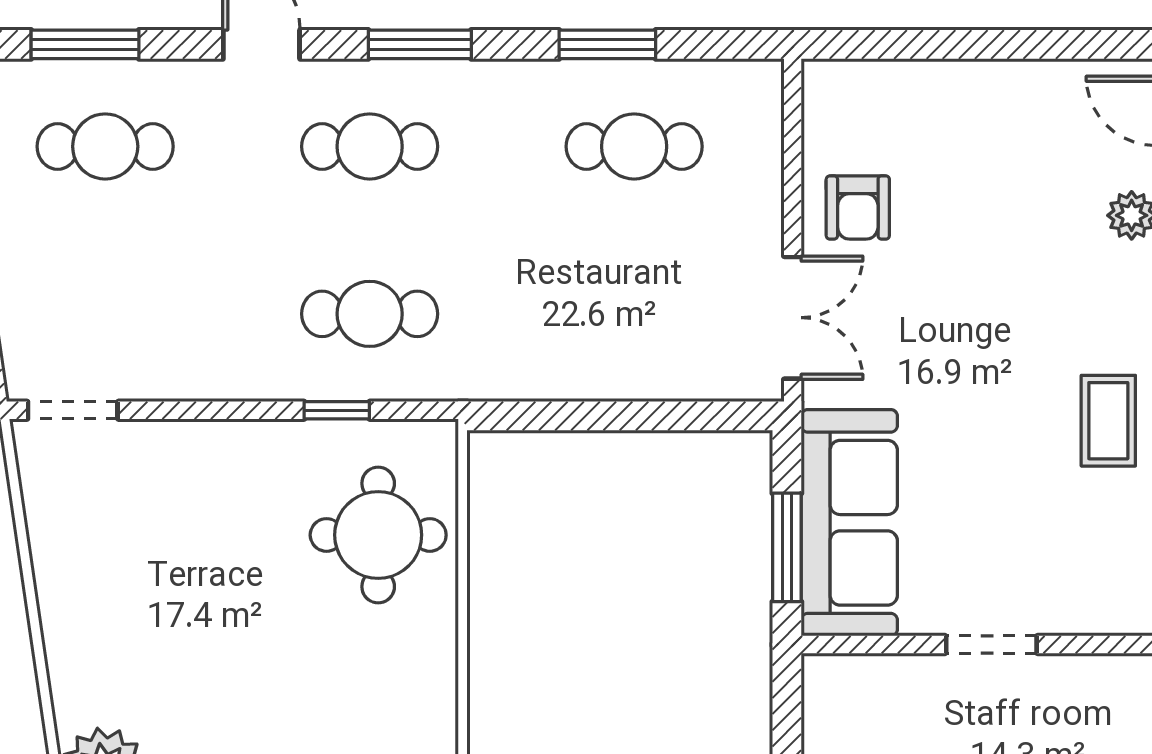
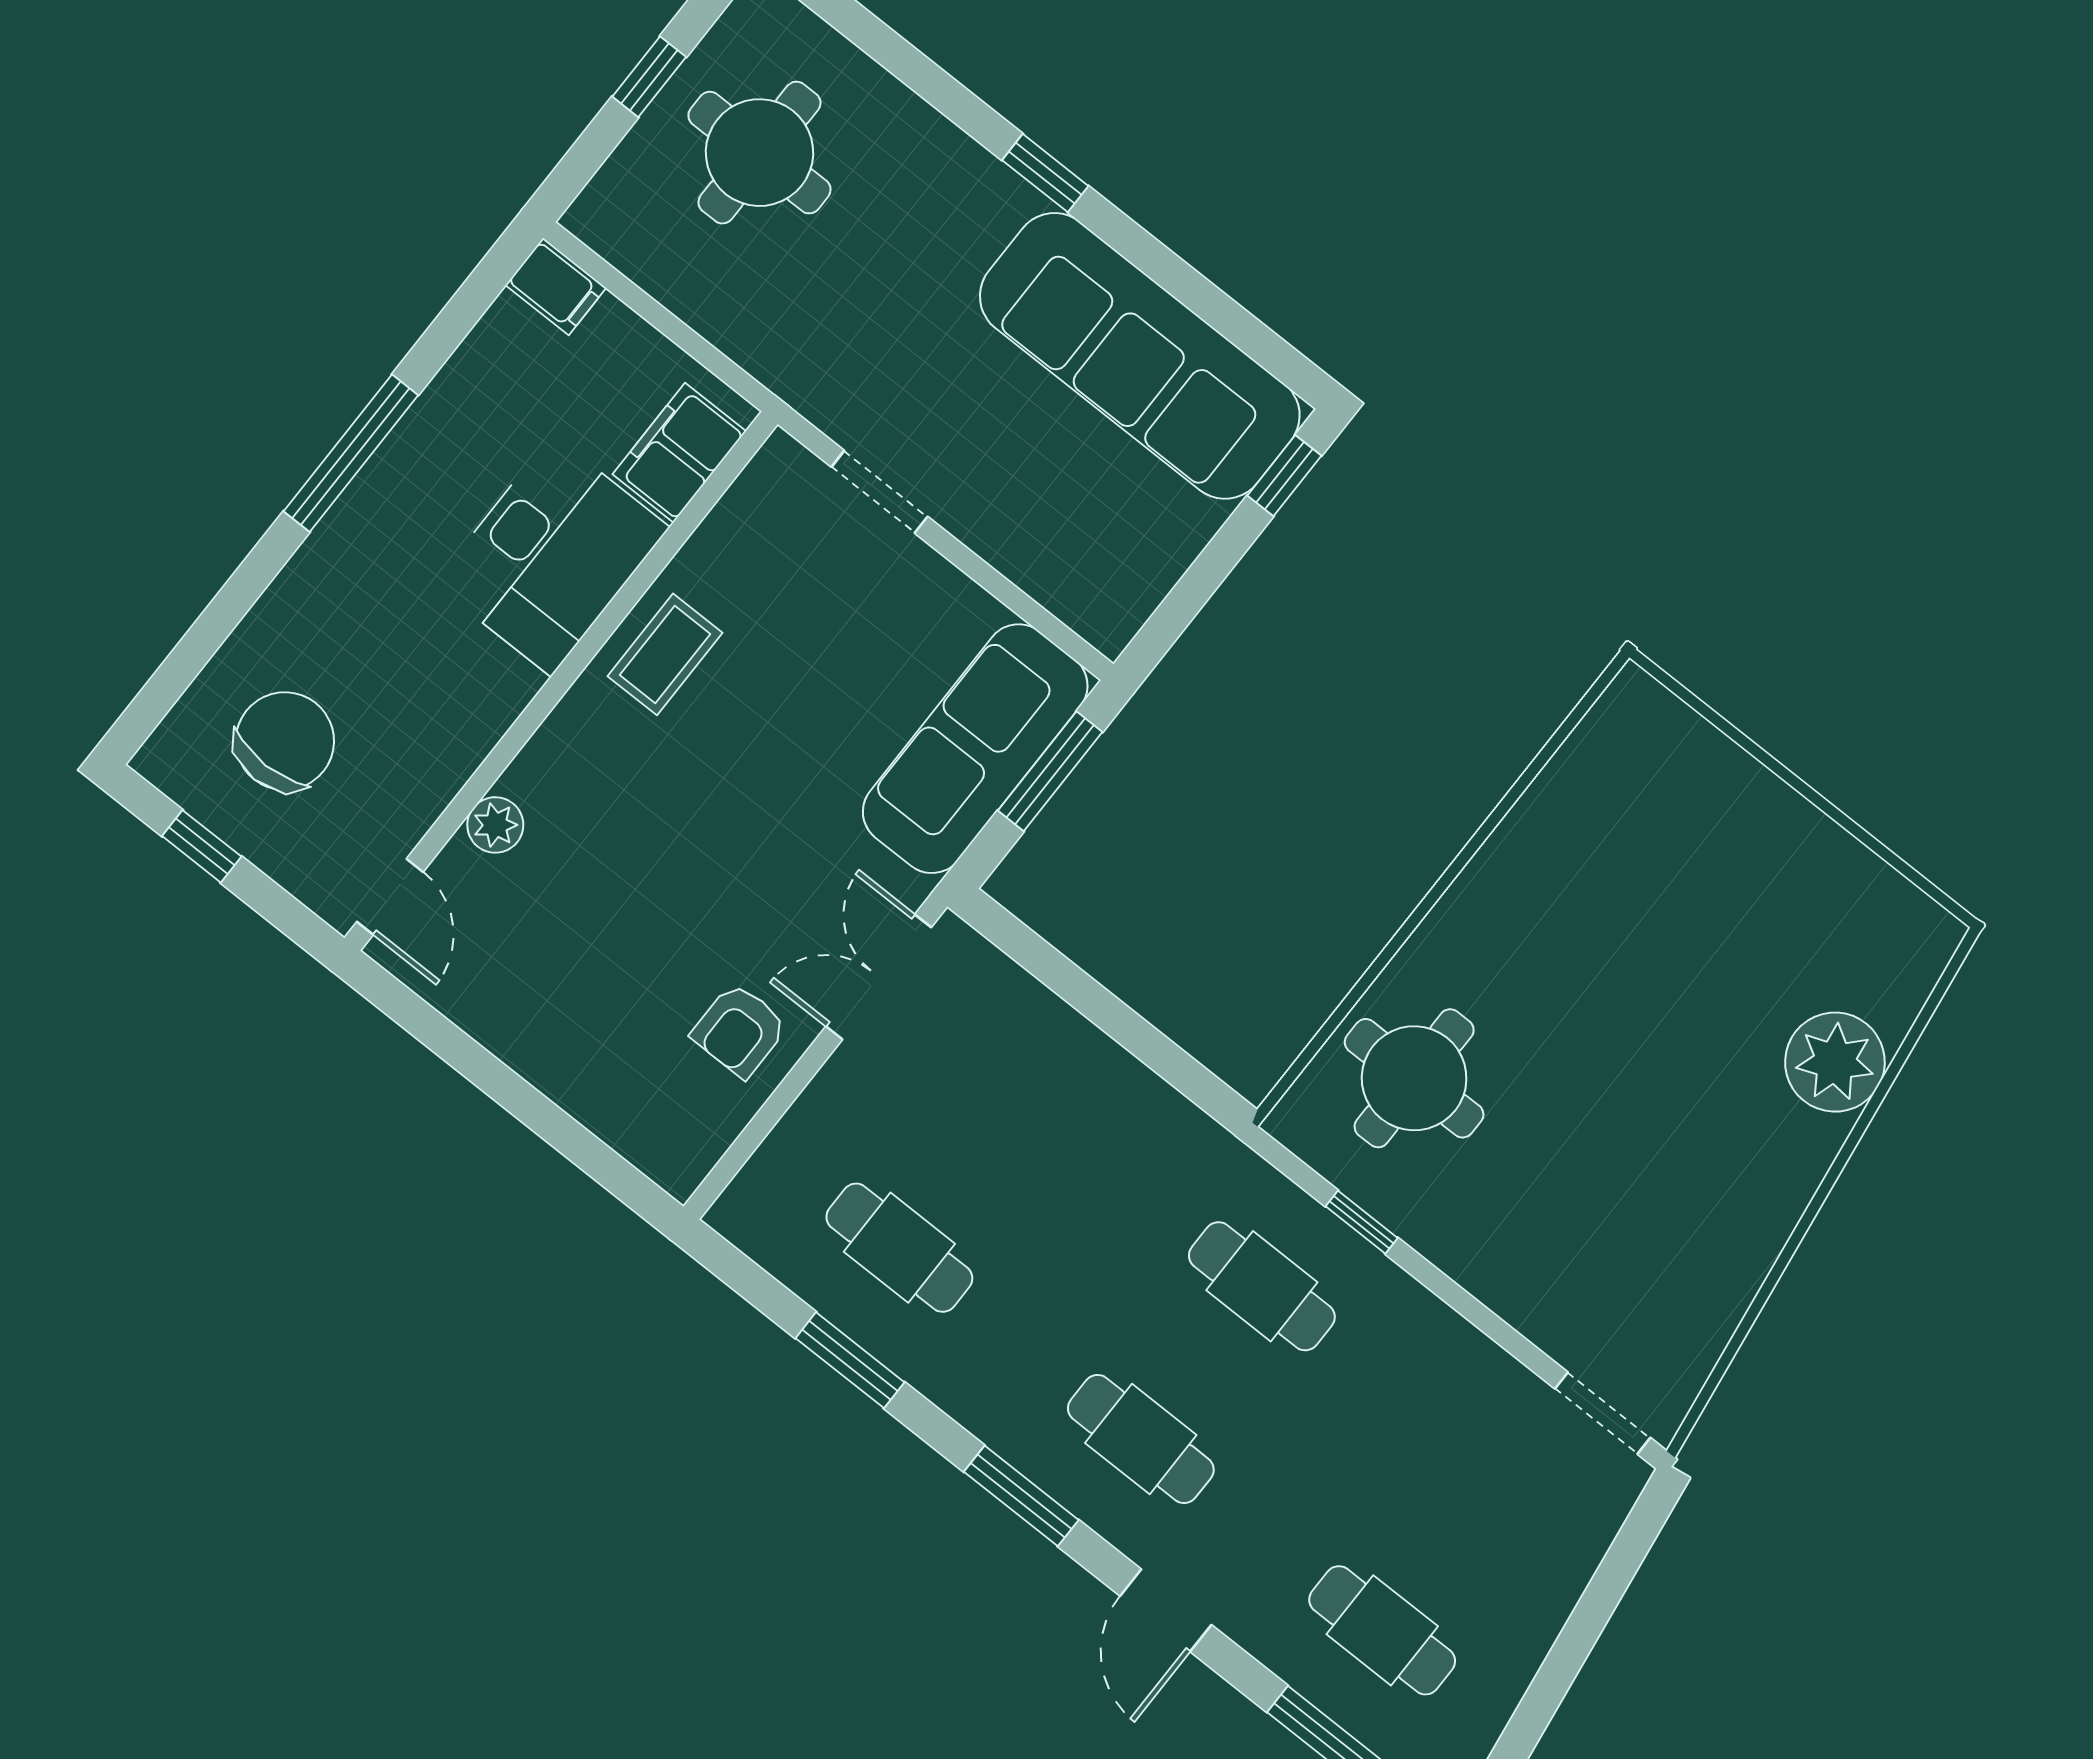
armchair: (858, 208) -> (739, 1030), turned 180
doorway: (991, 645) -> (879, 492), moved

